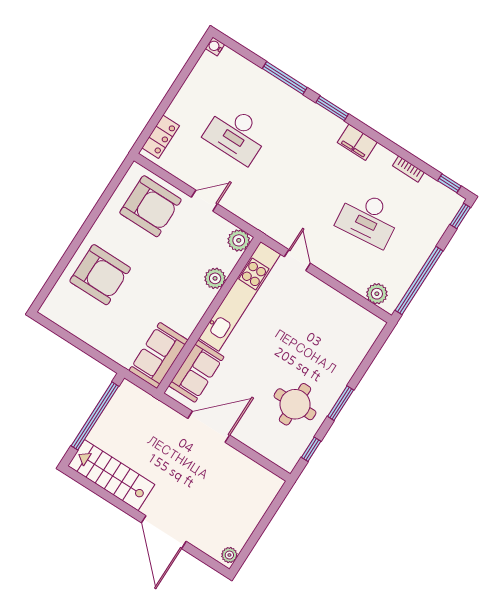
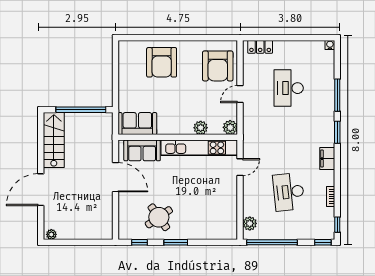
door: (204, 201) -> (240, 94), swing flipped
round table: (295, 404) -> (159, 217), turned -35

